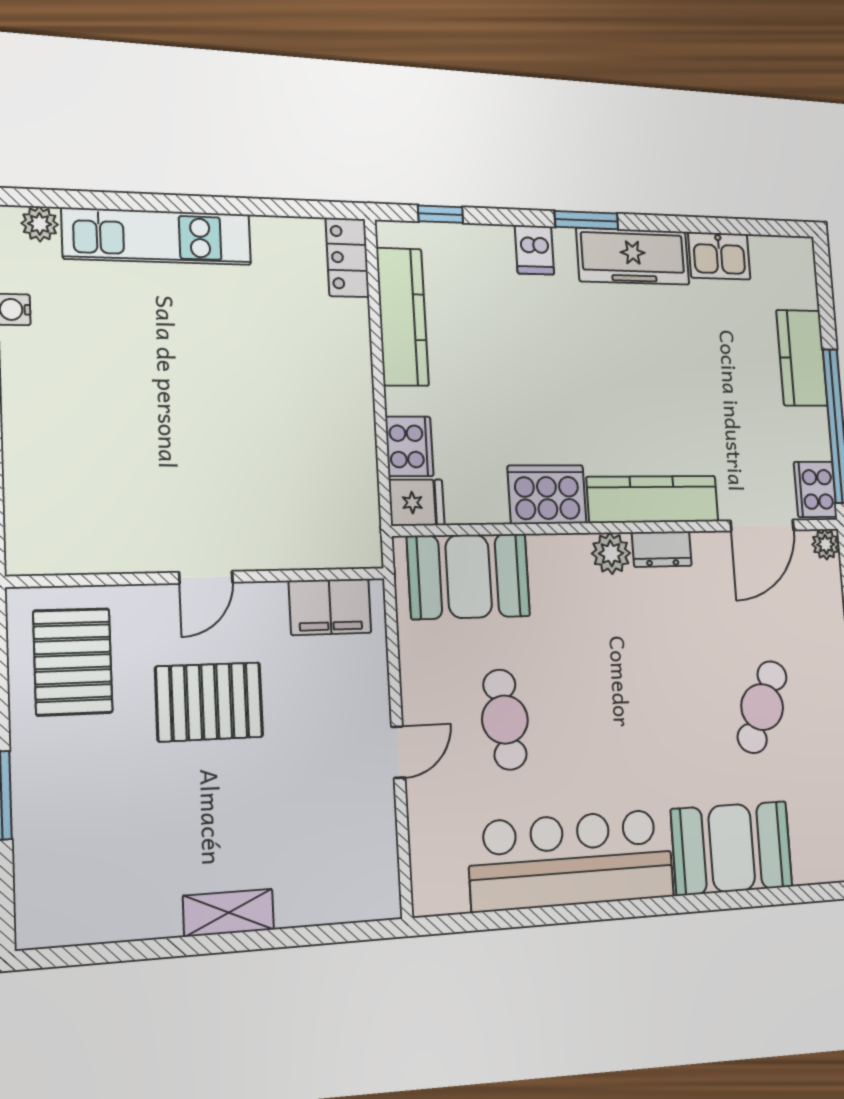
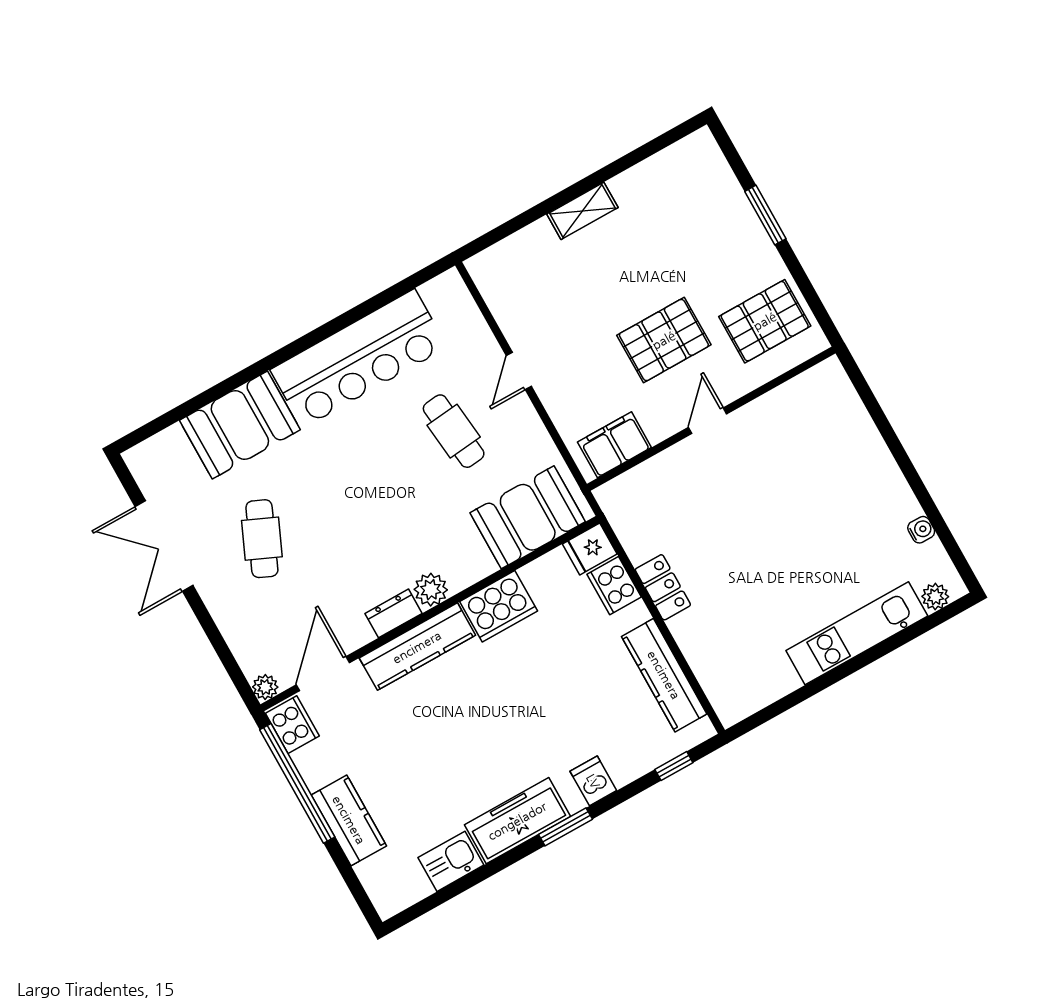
locker: (347, 257) -> (663, 587), moved
pallet: (73, 662) -> (765, 321), turned 90

